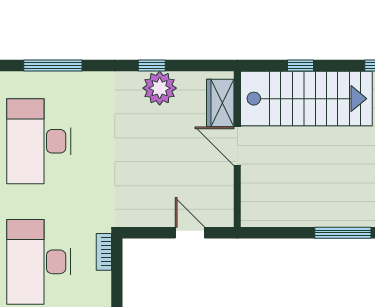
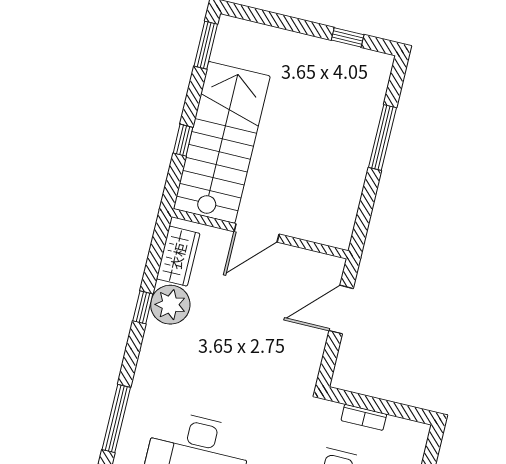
wardrobe: (220, 103) -> (178, 256), moved, turned -90
door: (190, 233) -> (341, 310), width x1.38
bookcase: (104, 252) -> (364, 417), moved

